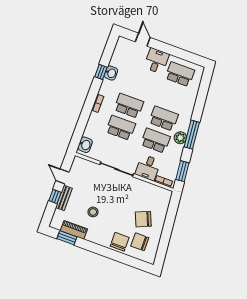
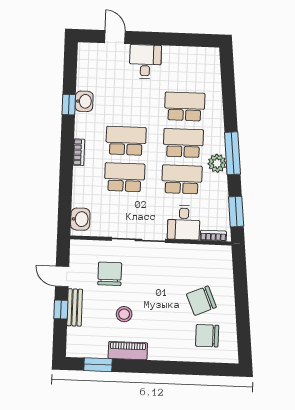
school desk: (180, 74) -> (185, 107), moved
piano: (74, 230) -> (128, 351), moved
chair: (120, 242) -> (110, 274), moved

